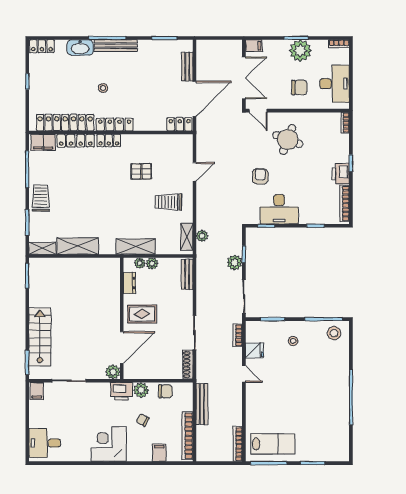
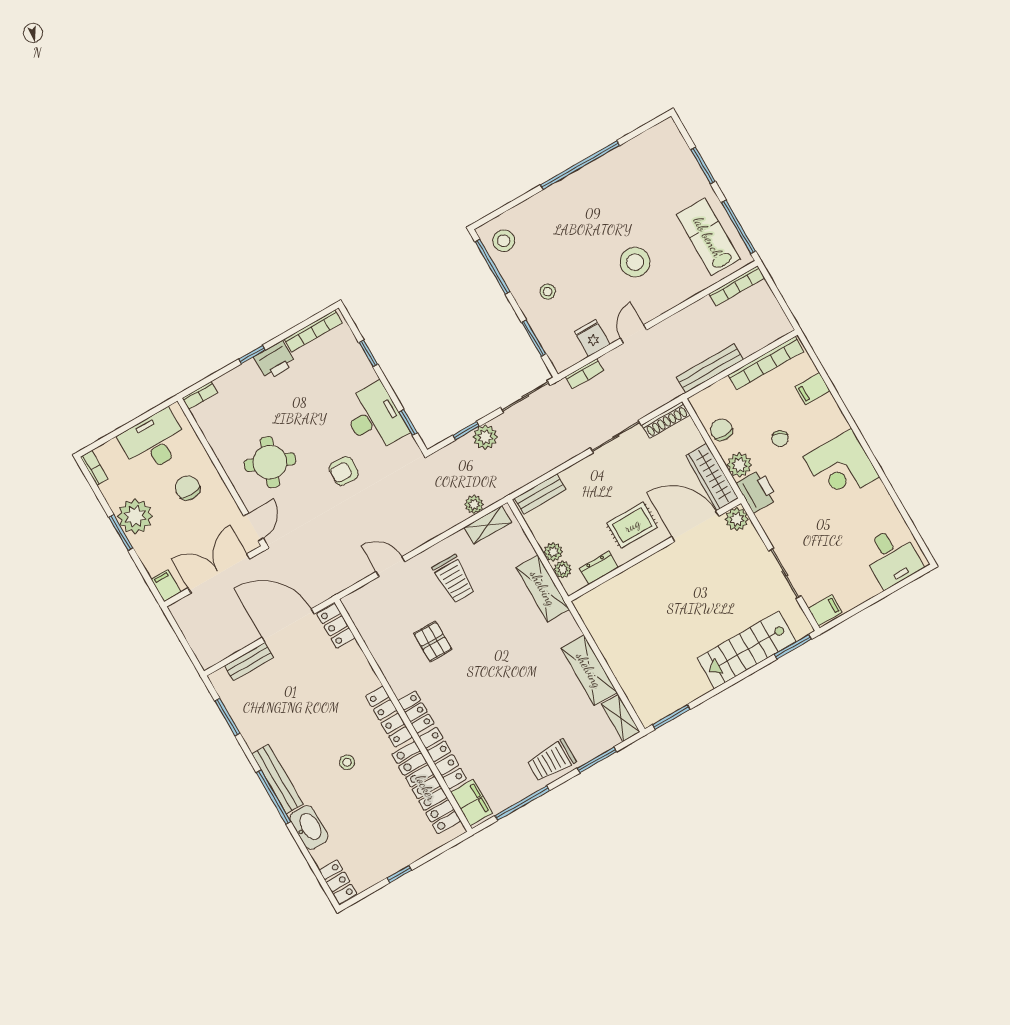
rug: (142, 314) -> (632, 525), turned 90
wardrobe: (143, 372) -> (712, 477), added
stool: (282, 397) -> (635, 262), added

